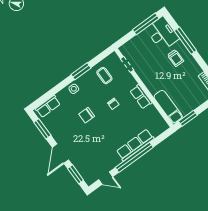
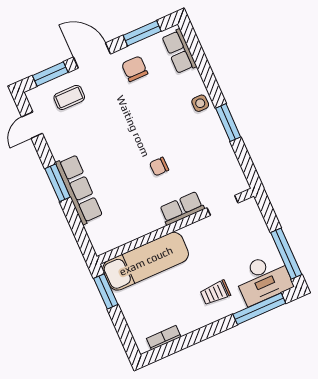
window: (185, 41) -> (259, 309), moved
coffee table: (104, 76) -> (69, 97), moved
row of seats: (141, 97) -> (182, 208), moved
exam couch: (168, 107) -> (146, 261), width x1.36, depth x1.45
chair: (87, 115) -> (135, 69), moved
window: (134, 157) -> (58, 183), width x0.47

